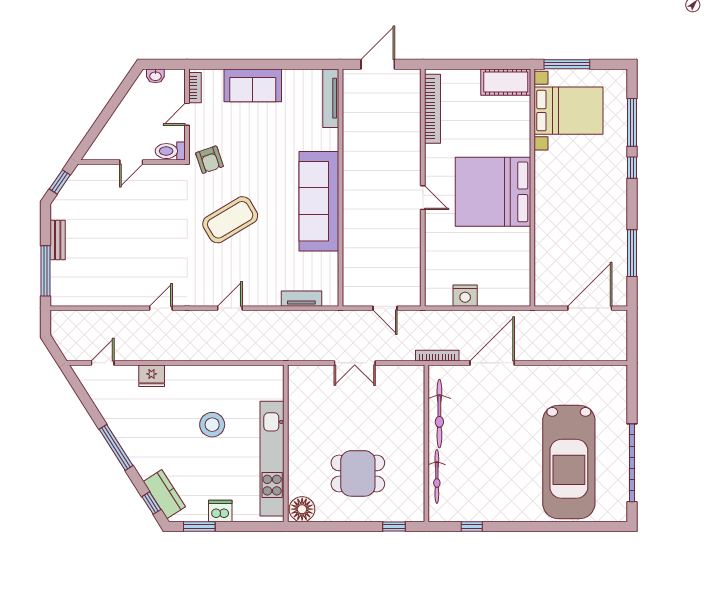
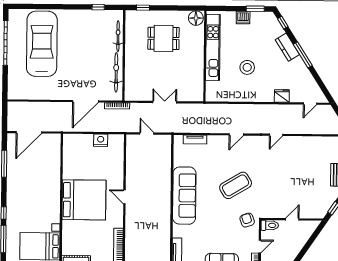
kitchen counter: (164, 494) -> (287, 47), moved

